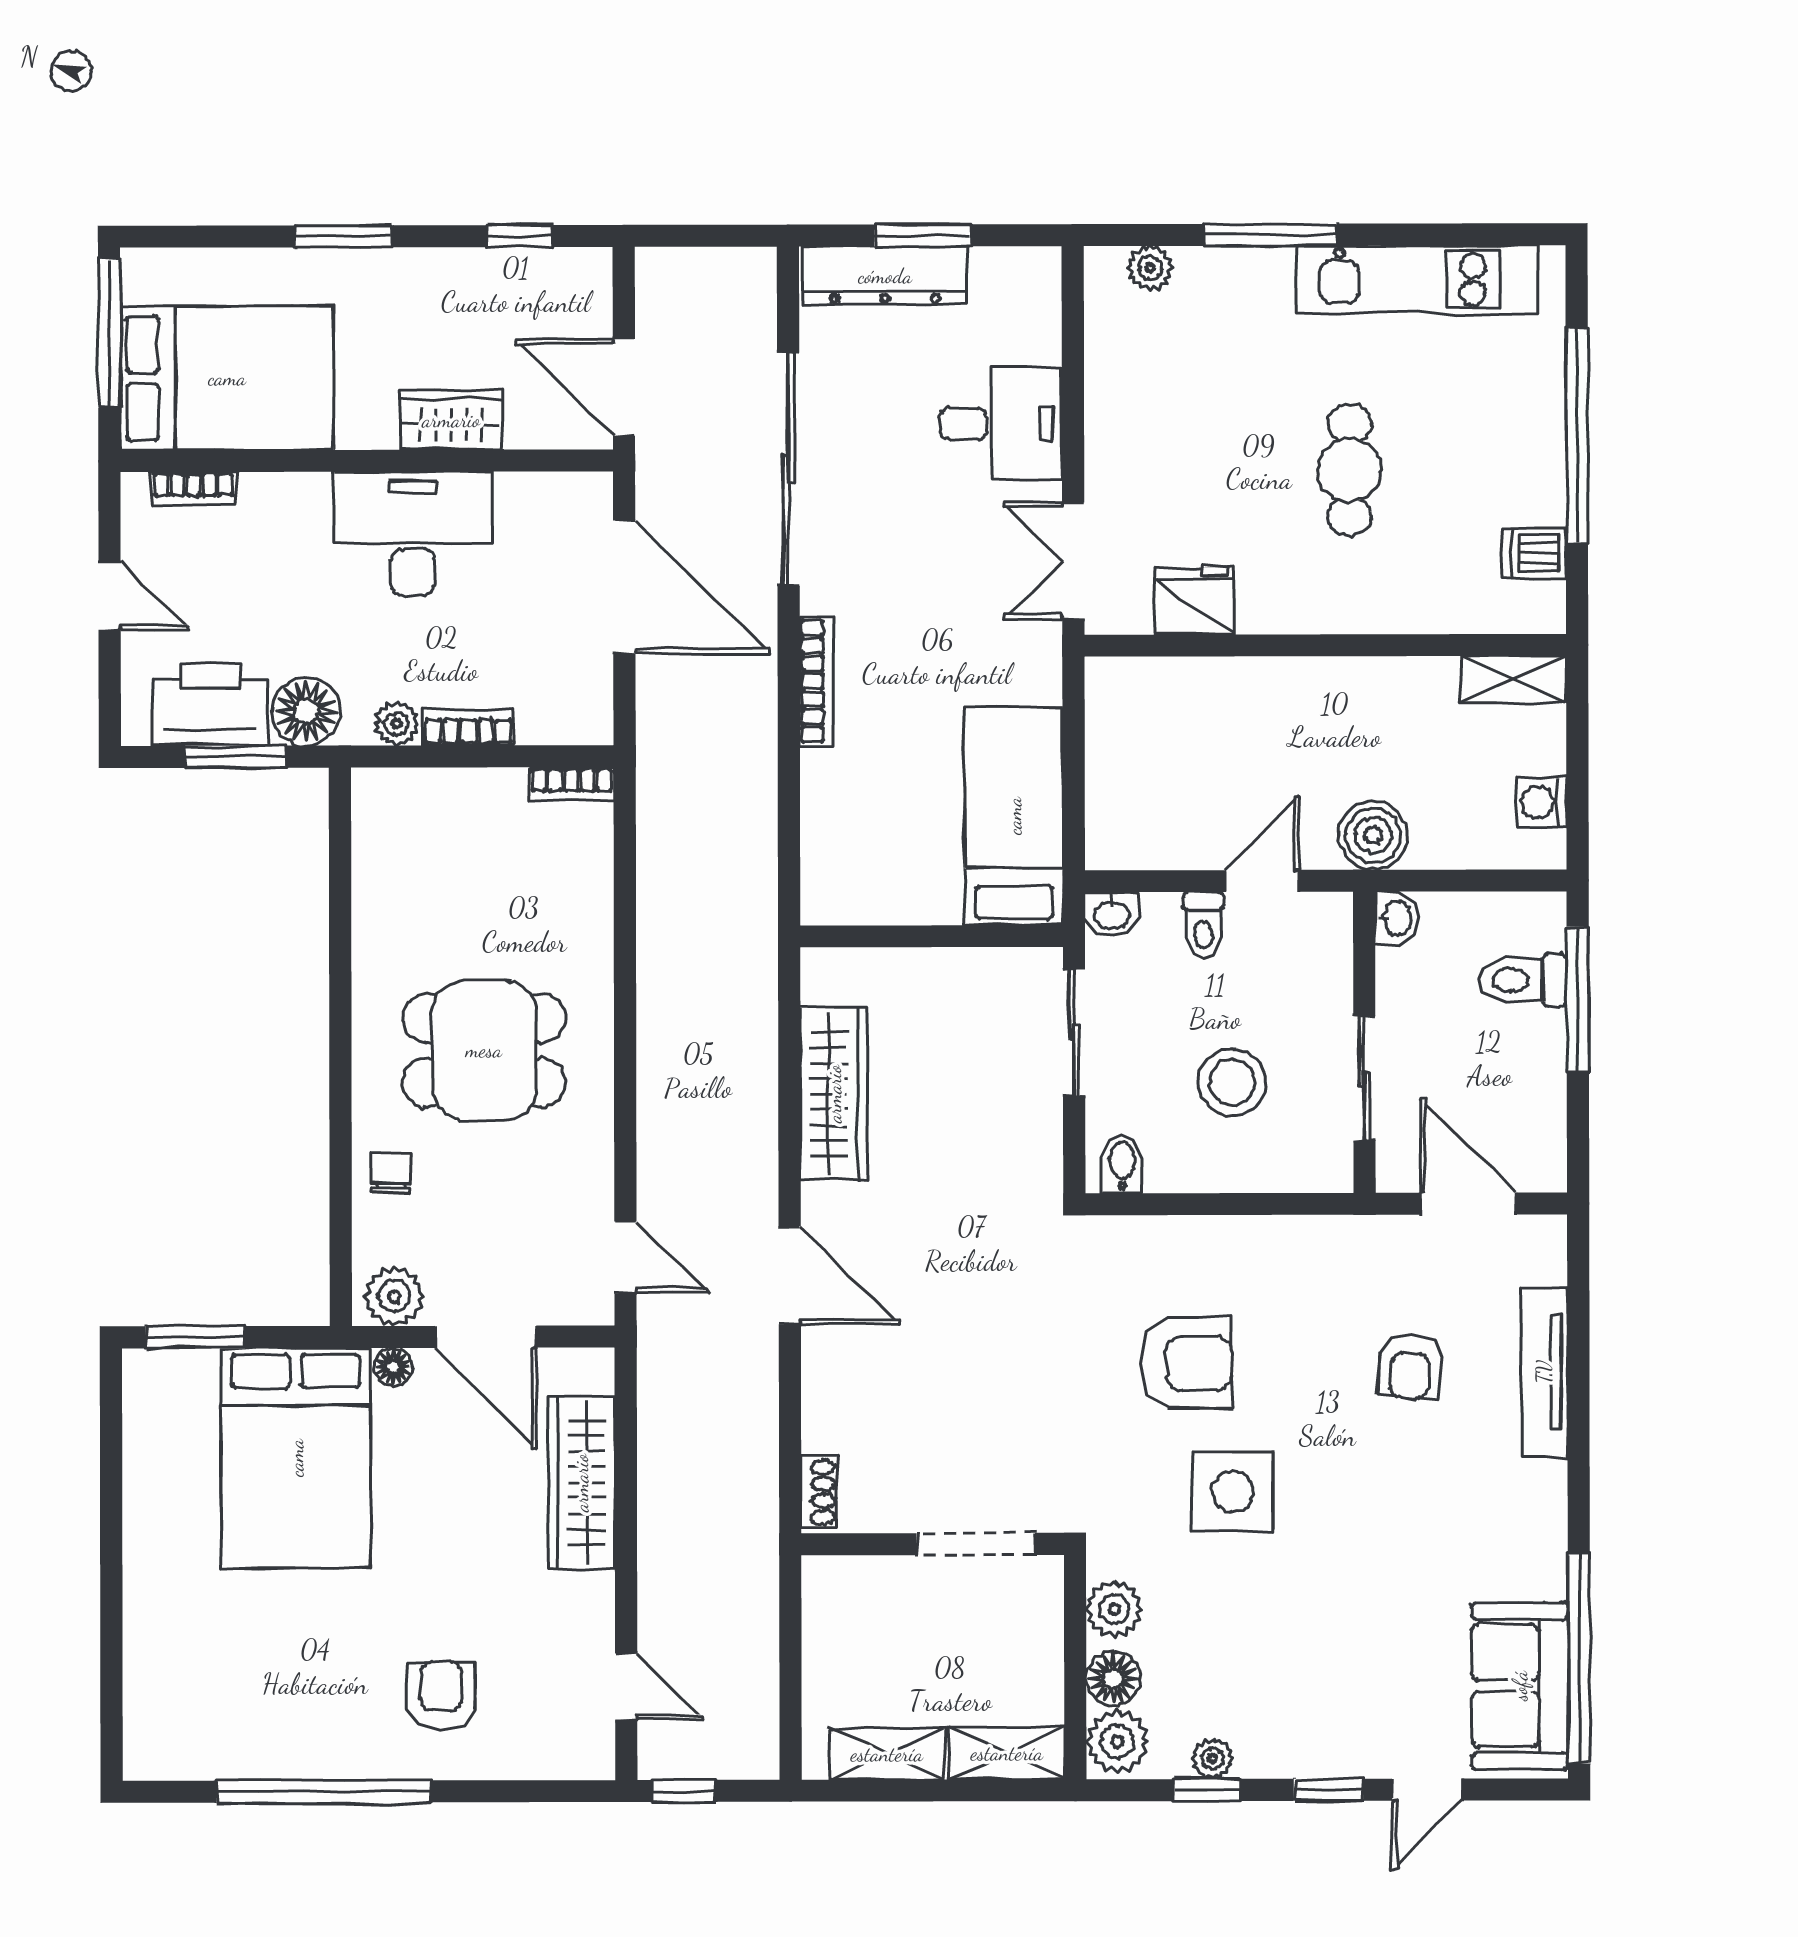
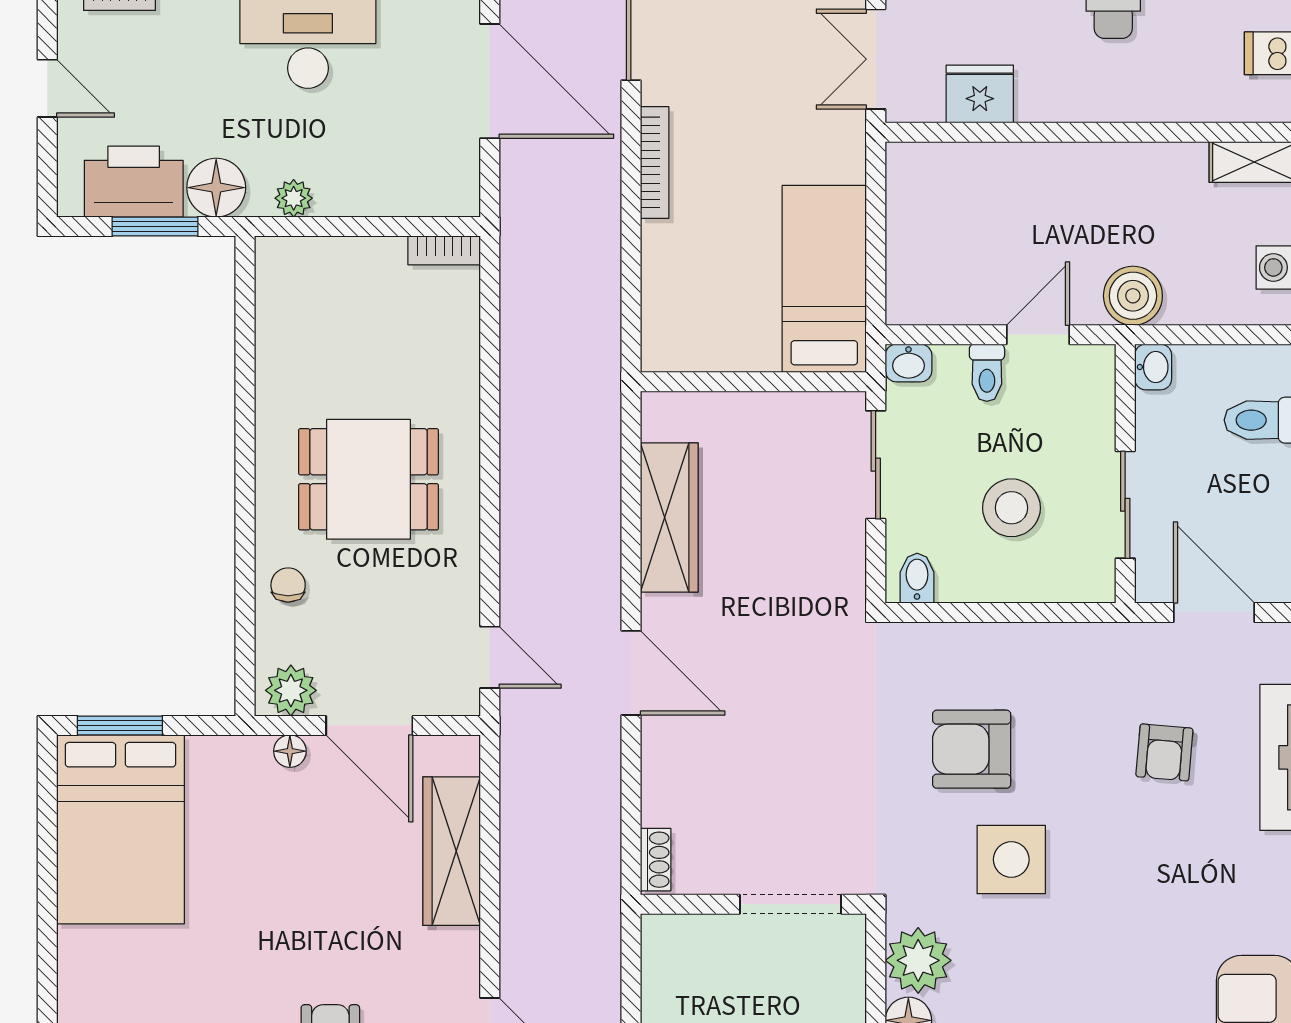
bookcase: (468, 727) -> (356, 201), removed
armchair: (1186, 1363) -> (972, 749), turned 180
bed: (296, 1458) -> (120, 829), moved
plant: (1114, 1609) -> (918, 960), width x1.36, depth x1.36

